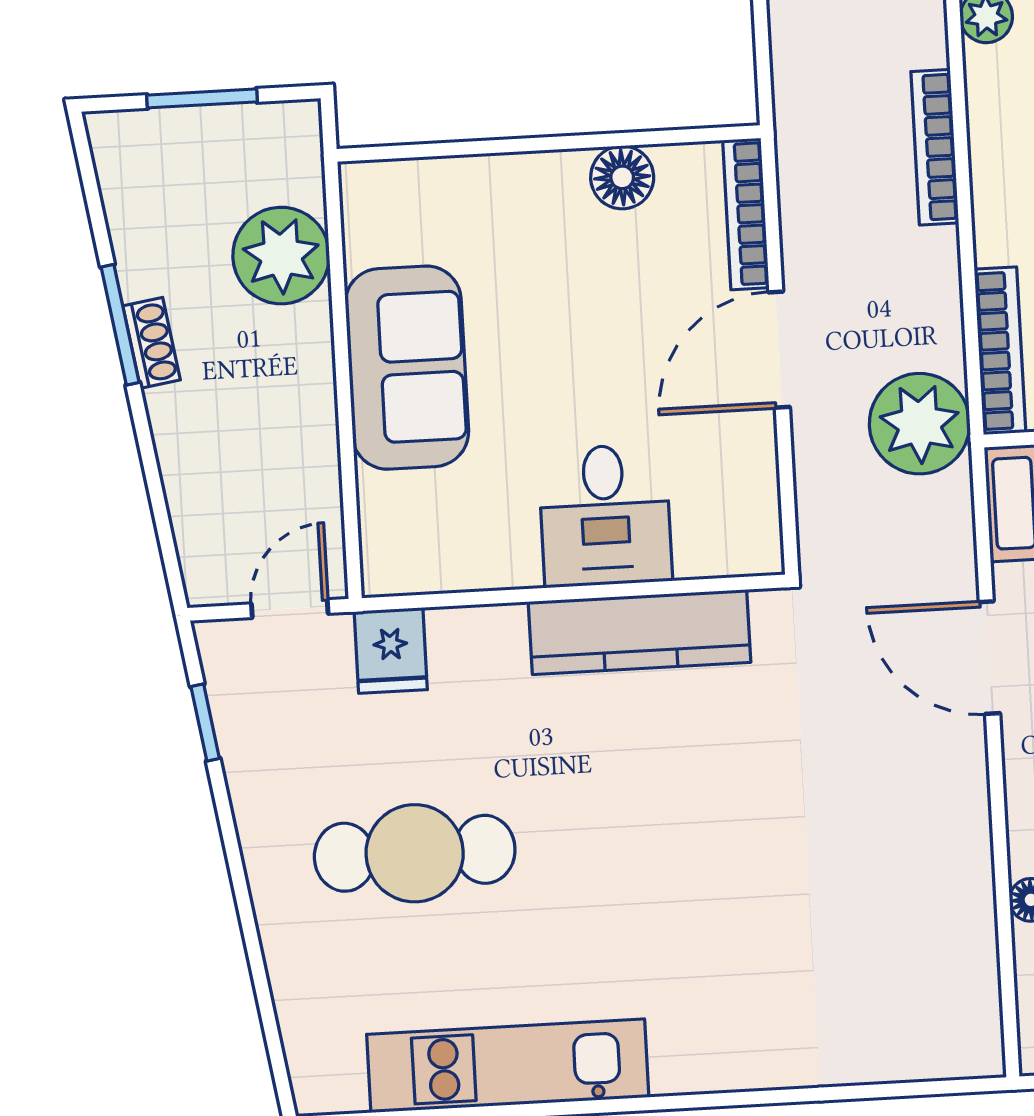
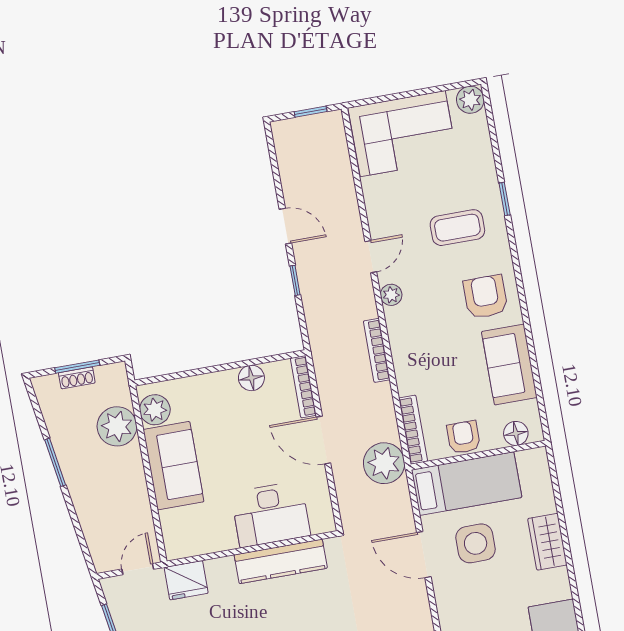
plant: (378, 226) -> (155, 410), added
shoe rack: (152, 343) -> (77, 378), moved, turned 99
door: (779, 350) -> (323, 440), hinge flipped
desk: (605, 515) -> (271, 514), width x1.37
fridge: (391, 651) -> (186, 580), width x1.38

